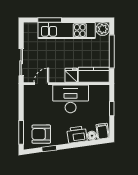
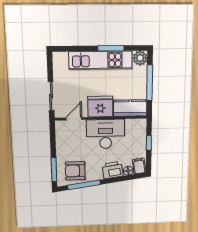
window: (50, 20) -> (111, 48), moved
fridge: (71, 75) -> (100, 107), width x1.88, depth x1.34
window: (49, 149) -> (84, 185), width x2.17

